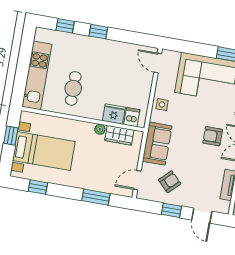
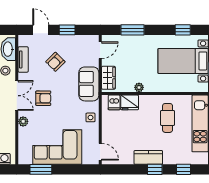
kitchen counter: (103, 47) -> (148, 157), added
wardrobe: (119, 135) -> (108, 78), moved, turned 90
armchair: (170, 182) -> (55, 62), moved

